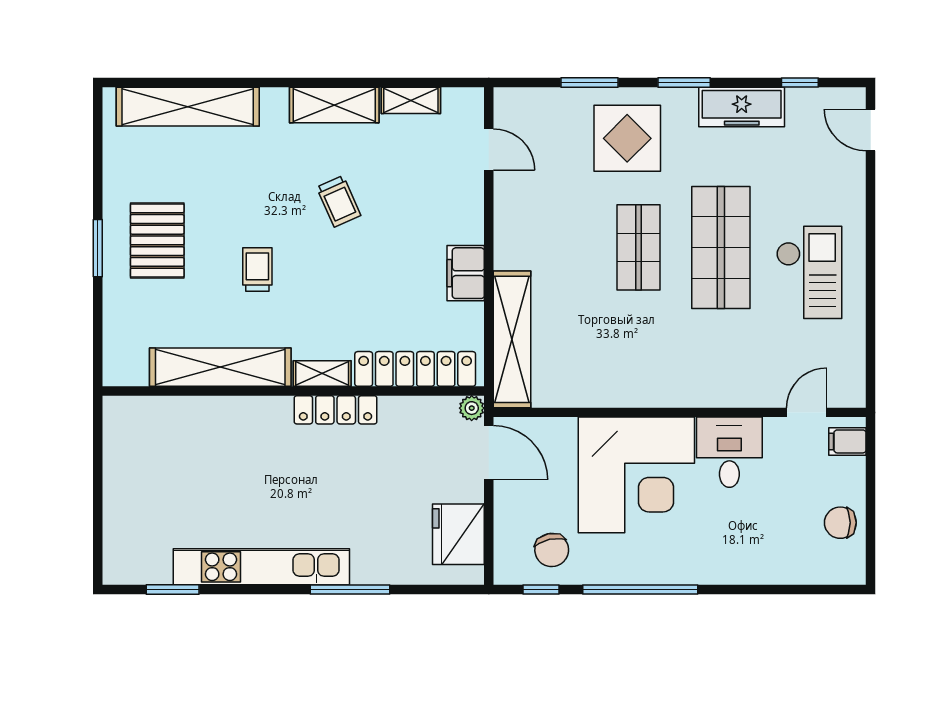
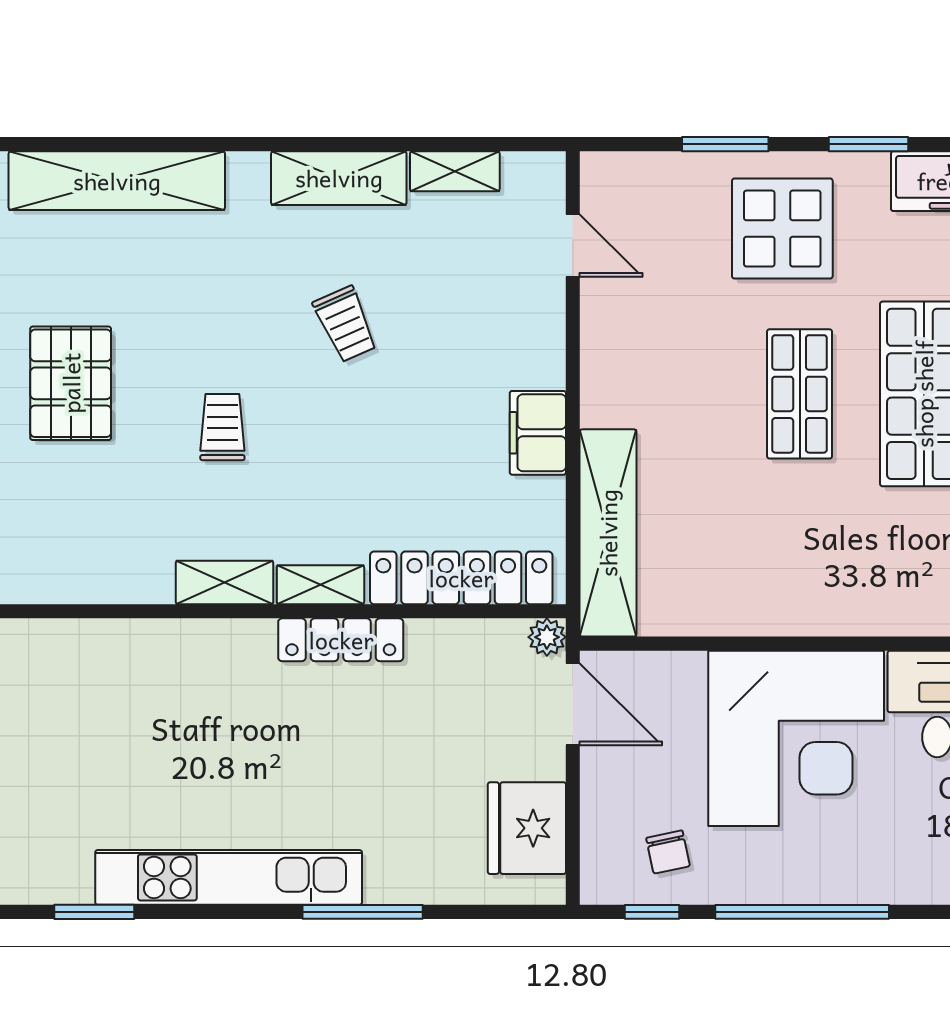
shelving: (220, 367) -> (225, 582), width x0.45, depth x0.75
chair: (552, 550) -> (668, 852), width x0.73, depth x0.73

